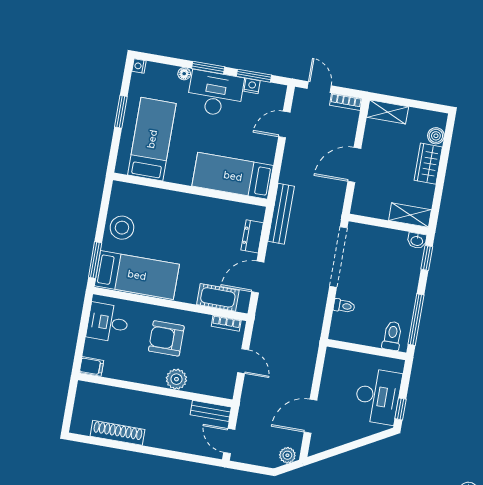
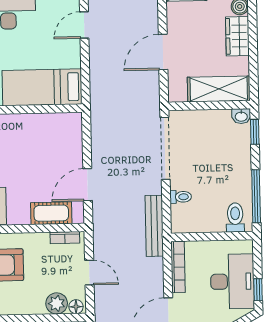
bench: (281, 214) -> (154, 226), moved
shelving: (410, 215) -> (219, 89), width x1.50, depth x1.33
dresser: (252, 236) -> (74, 145), removed
bookcase: (329, 372) -> (178, 267), added
plant: (176, 379) -> (57, 303), moved
floor lamp: (224, 391) -> (76, 307), added

